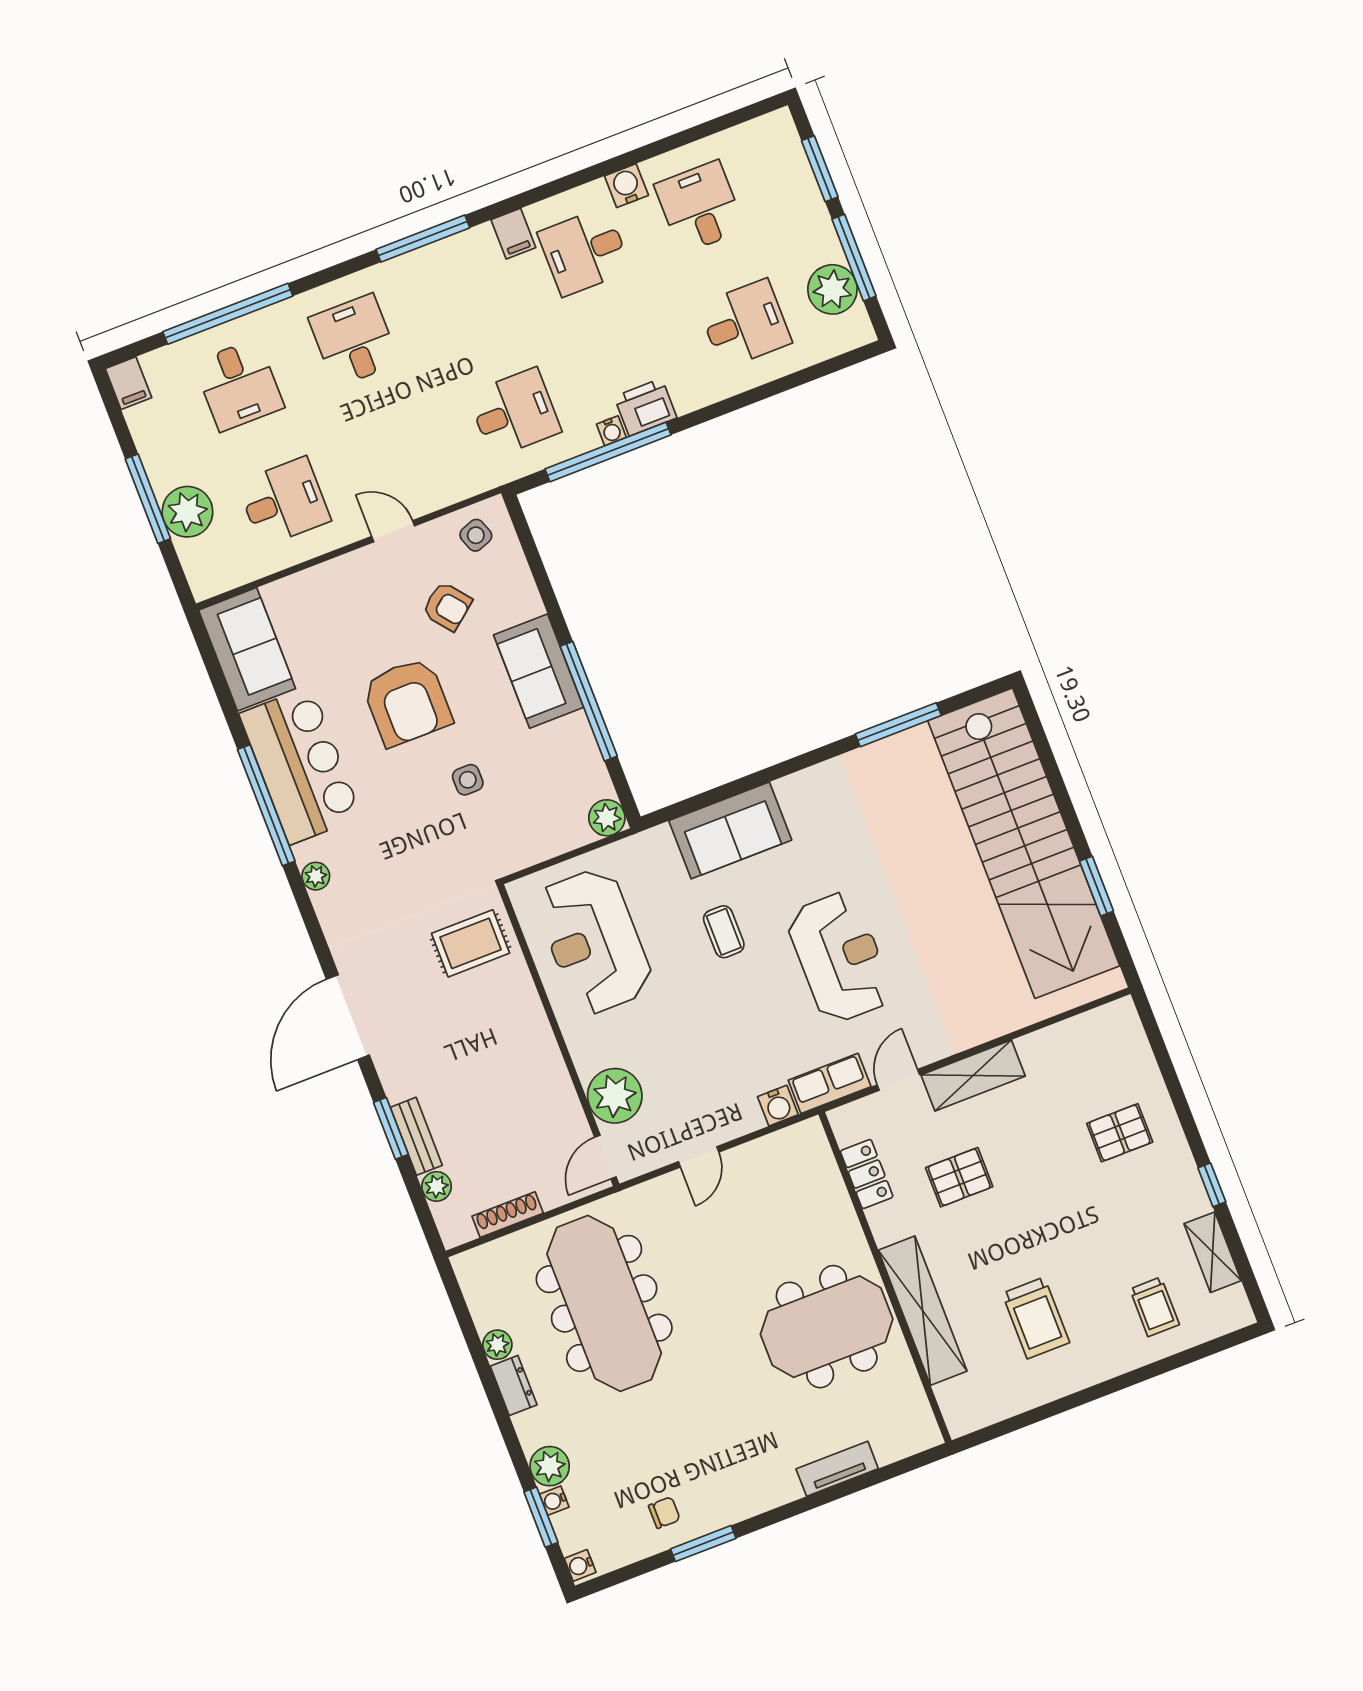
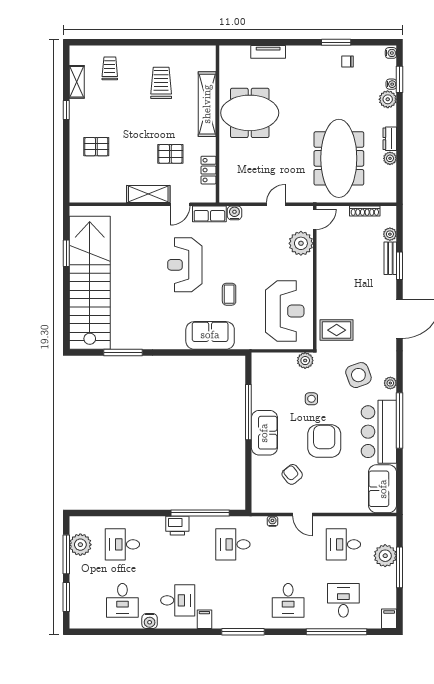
water cooler: (611, 431) -> (272, 521), moved
side table: (476, 535) -> (358, 375), moved, width x1.87, depth x1.87
plant: (607, 818) -> (305, 361), moved

